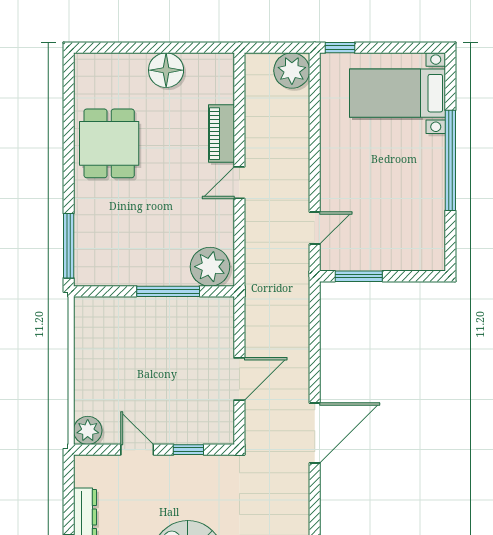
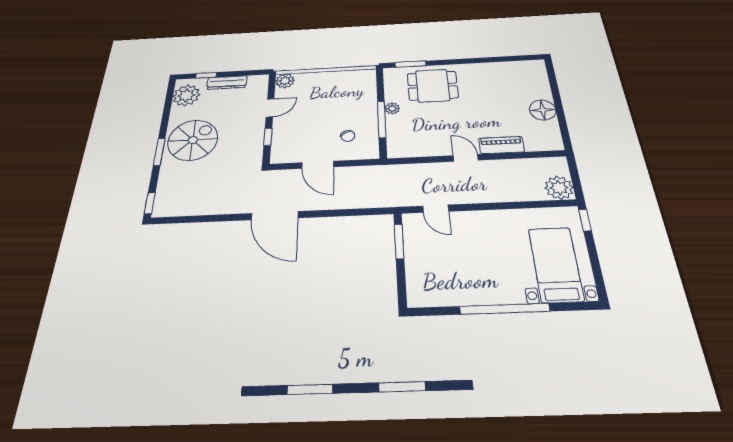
dining table: (109, 143) -> (433, 86), moved
window: (69, 246) -> (410, 64), width x0.69
plant: (210, 267) -> (392, 108), moved, width x0.53, depth x0.53
chair: (194, 339) -> (348, 136), added

